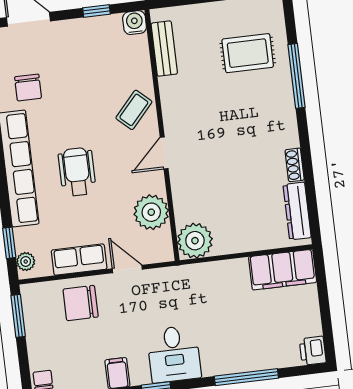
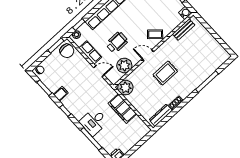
rug: (248, 53) -> (165, 73), moved, turned 90
wheelchair: (77, 172) -> (117, 42), moved
door: (127, 269) -> (99, 71), hinge flipped
filing cabinet: (283, 270) -> (122, 109), moved
chair: (81, 303) -> (67, 51), moved, turned 180
desk: (174, 354) -> (94, 122), moved

